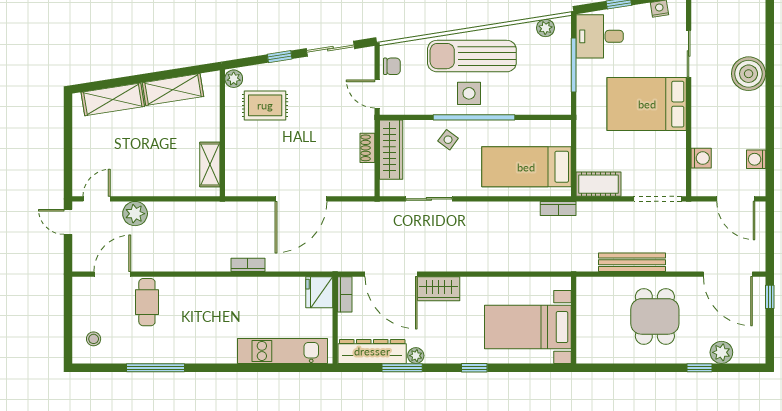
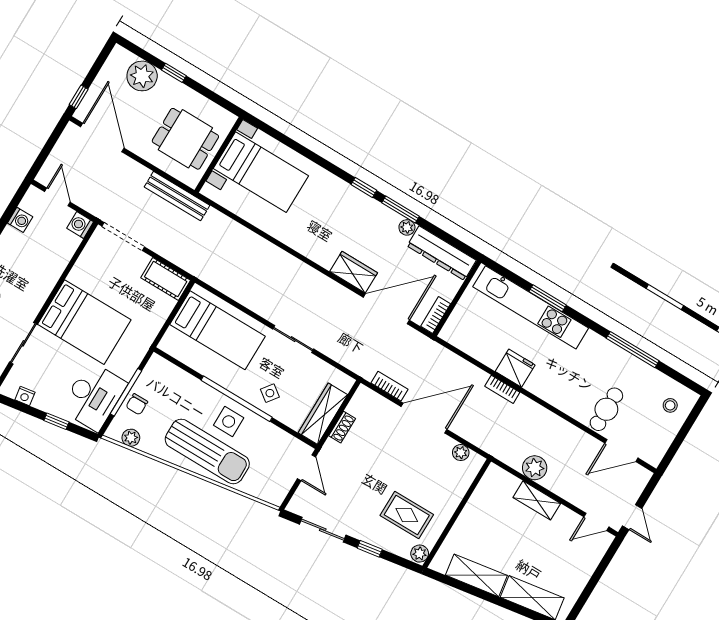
desk: (600, 36) -> (94, 396), width x1.37
chair: (392, 66) -> (137, 404), moved, turned -90
washing machine: (701, 158) -> (80, 225), moved
shelving: (210, 165) -> (537, 500), moved, turned 90
plant: (251, 188) -> (461, 453), added
sliding door: (429, 199) -> (293, 339), moved
door: (736, 199) -> (57, 197), width x0.73
bookcase: (558, 208) -> (390, 386), moved
plant: (135, 214) -> (535, 468), moved
door: (391, 274) -> (386, 309), hinge flipped
fridge: (319, 292) -> (515, 368), moved, turned -90
dining table: (655, 316) -> (185, 139), turned 90
wall: (574, 320) -> (219, 155), moved
bed with nightstands: (528, 327) -> (261, 172), moved
kitchen unit: (283, 351) -> (531, 307), width x1.36
plant: (721, 352) -> (142, 76), width x1.36, depth x1.36
window: (256, 368) -> (548, 298), added
window: (402, 368) -> (400, 210), moved

